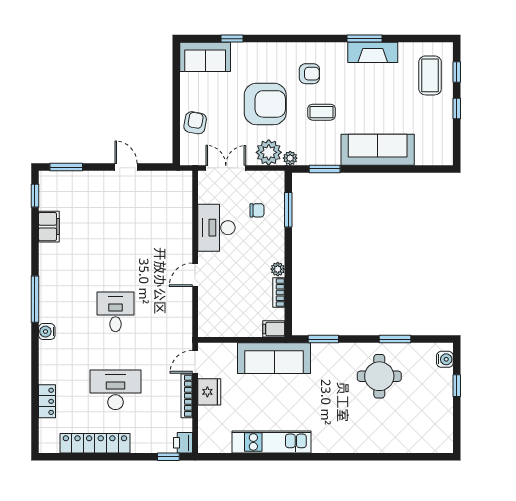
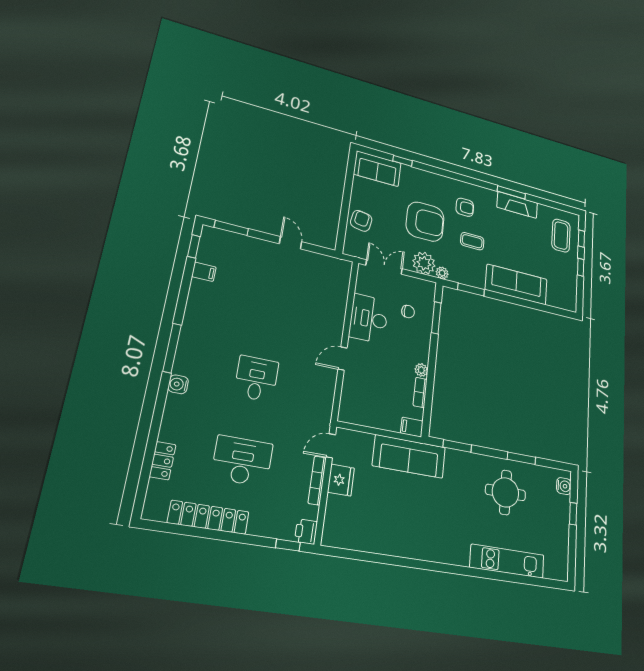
filing cabinet: (49, 227) -> (204, 272), width x0.50
kitchen unit: (271, 442) -> (507, 561), moved

